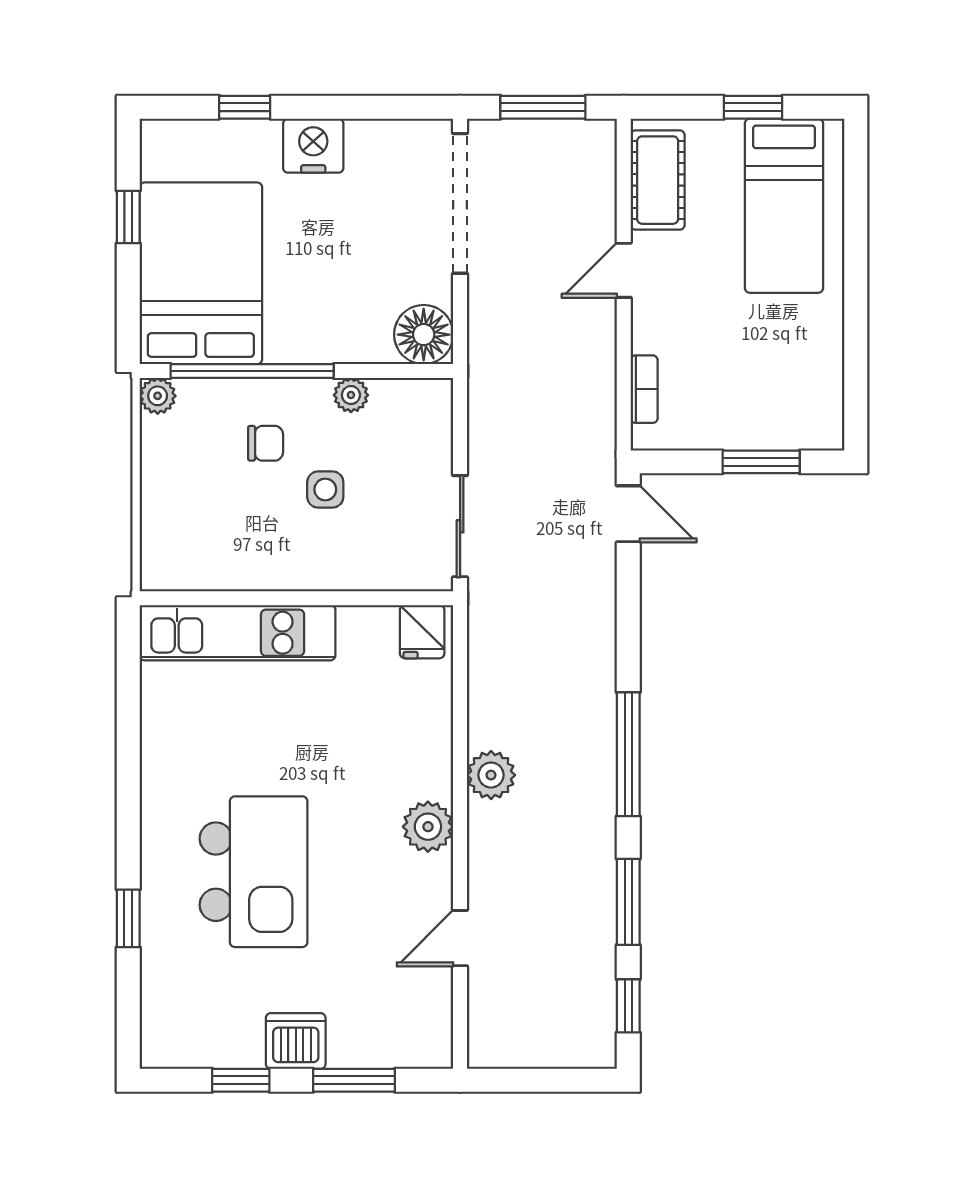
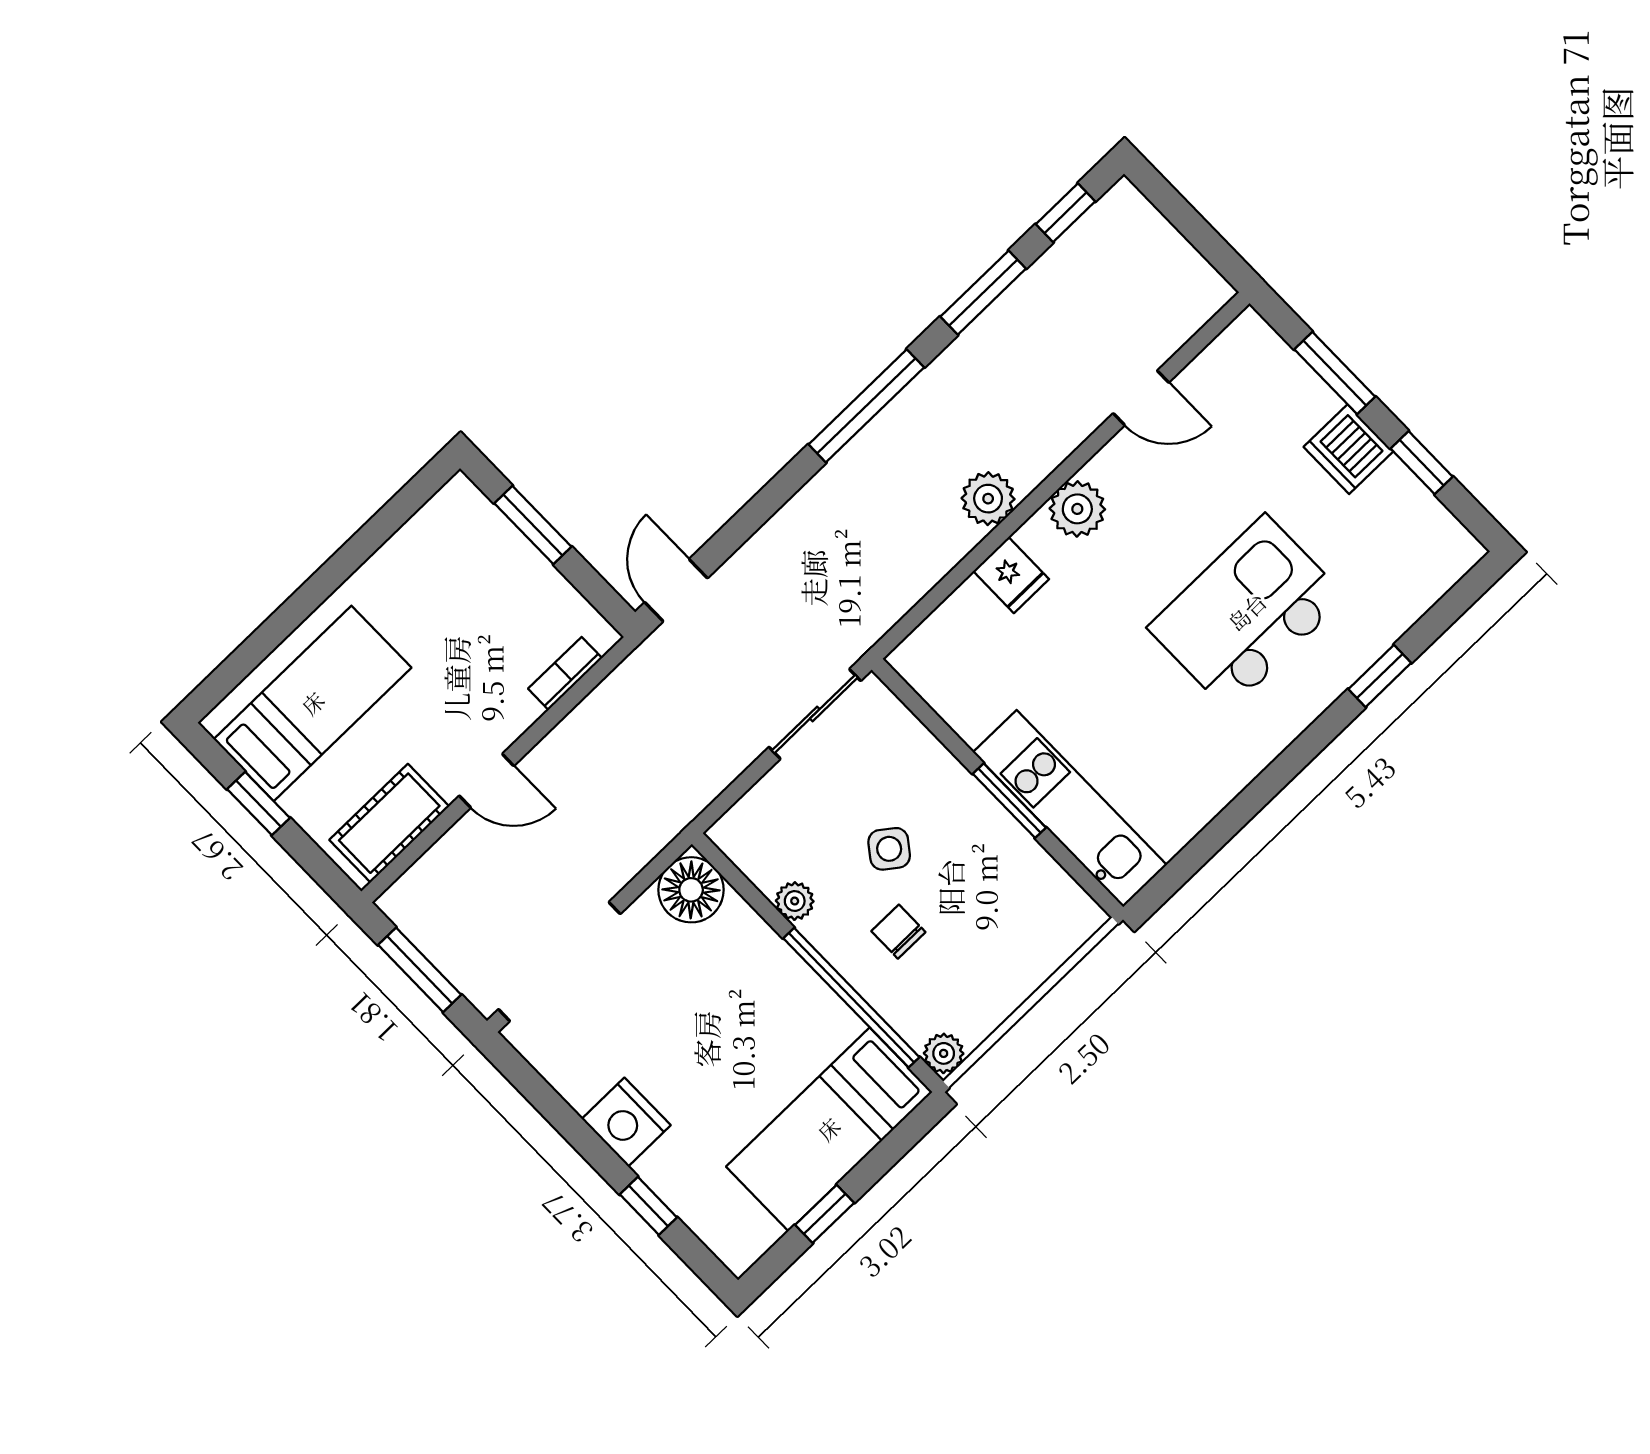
bed: (201, 273) -> (829, 1129), width x0.67
side table: (325, 489) -> (889, 849), turned 37
window: (281, 598) -> (1009, 801), added
fridge: (422, 632) -> (1011, 575), moved, turned 90

